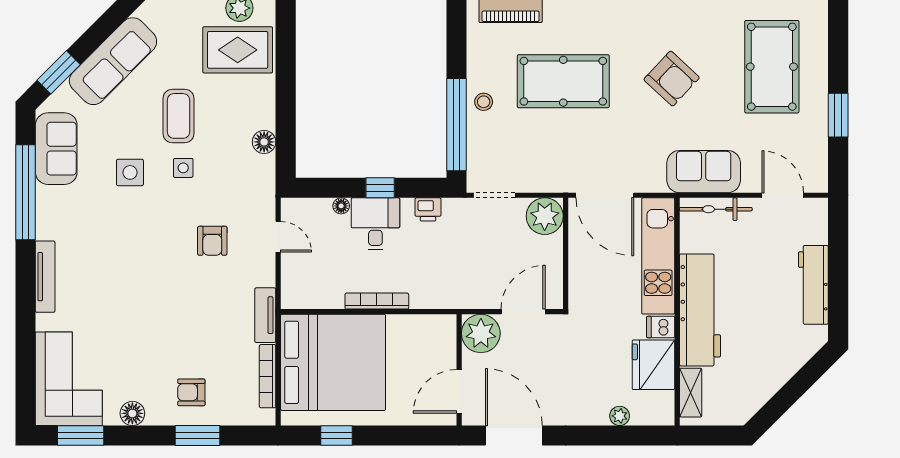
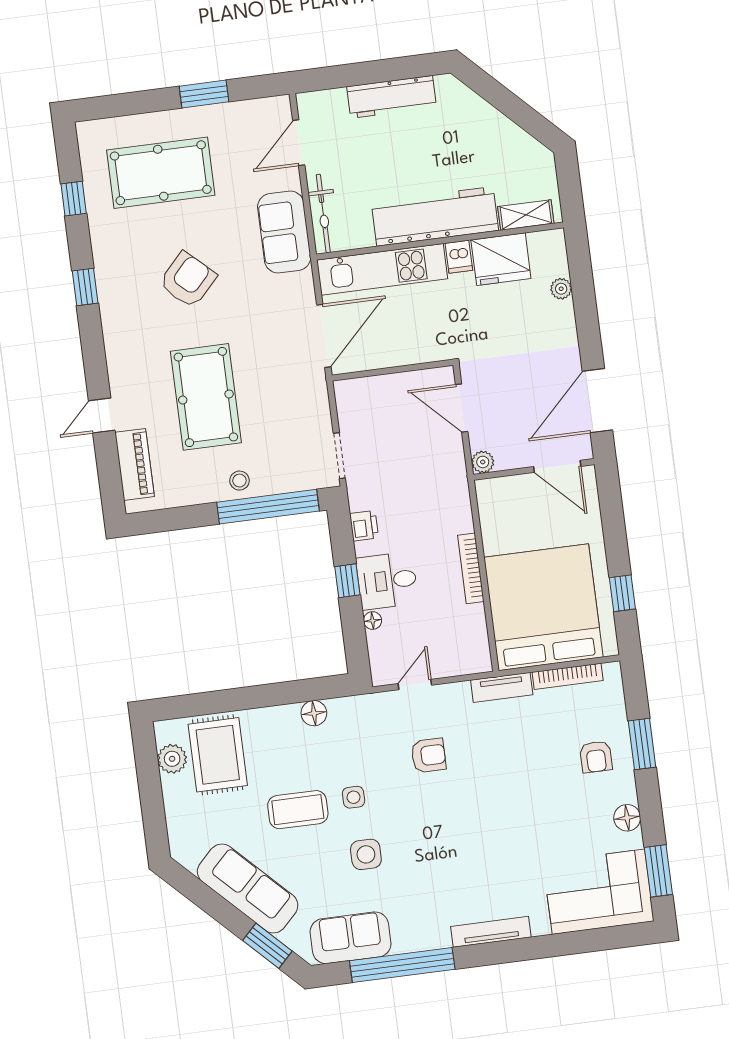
plant: (545, 216) -> (355, 398), removed
plant: (481, 333) -> (483, 462), width x0.53, depth x0.53

